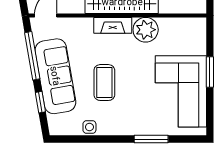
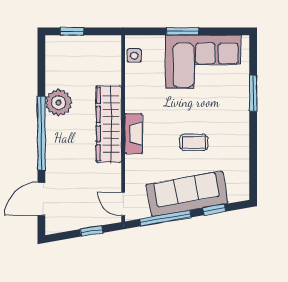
plant: (146, 30) -> (138, 99), removed
coffee table: (104, 83) -> (194, 142), width x0.73, depth x0.77
side table: (89, 127) -> (134, 56), moved

